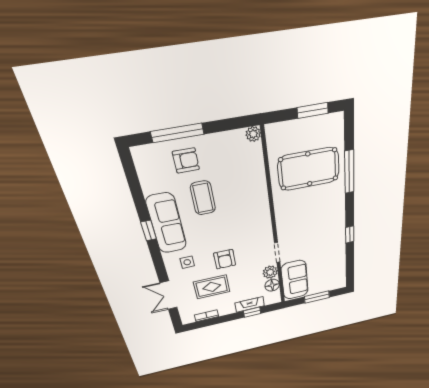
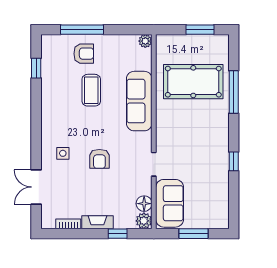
sofa: (167, 224) -> (139, 101), moved, turned 180
window: (149, 231) -> (36, 68), moved
plant: (270, 272) -> (144, 221), moved
rug: (212, 287) -> (81, 189), removed
fireplace: (250, 304) -> (97, 222), moved

